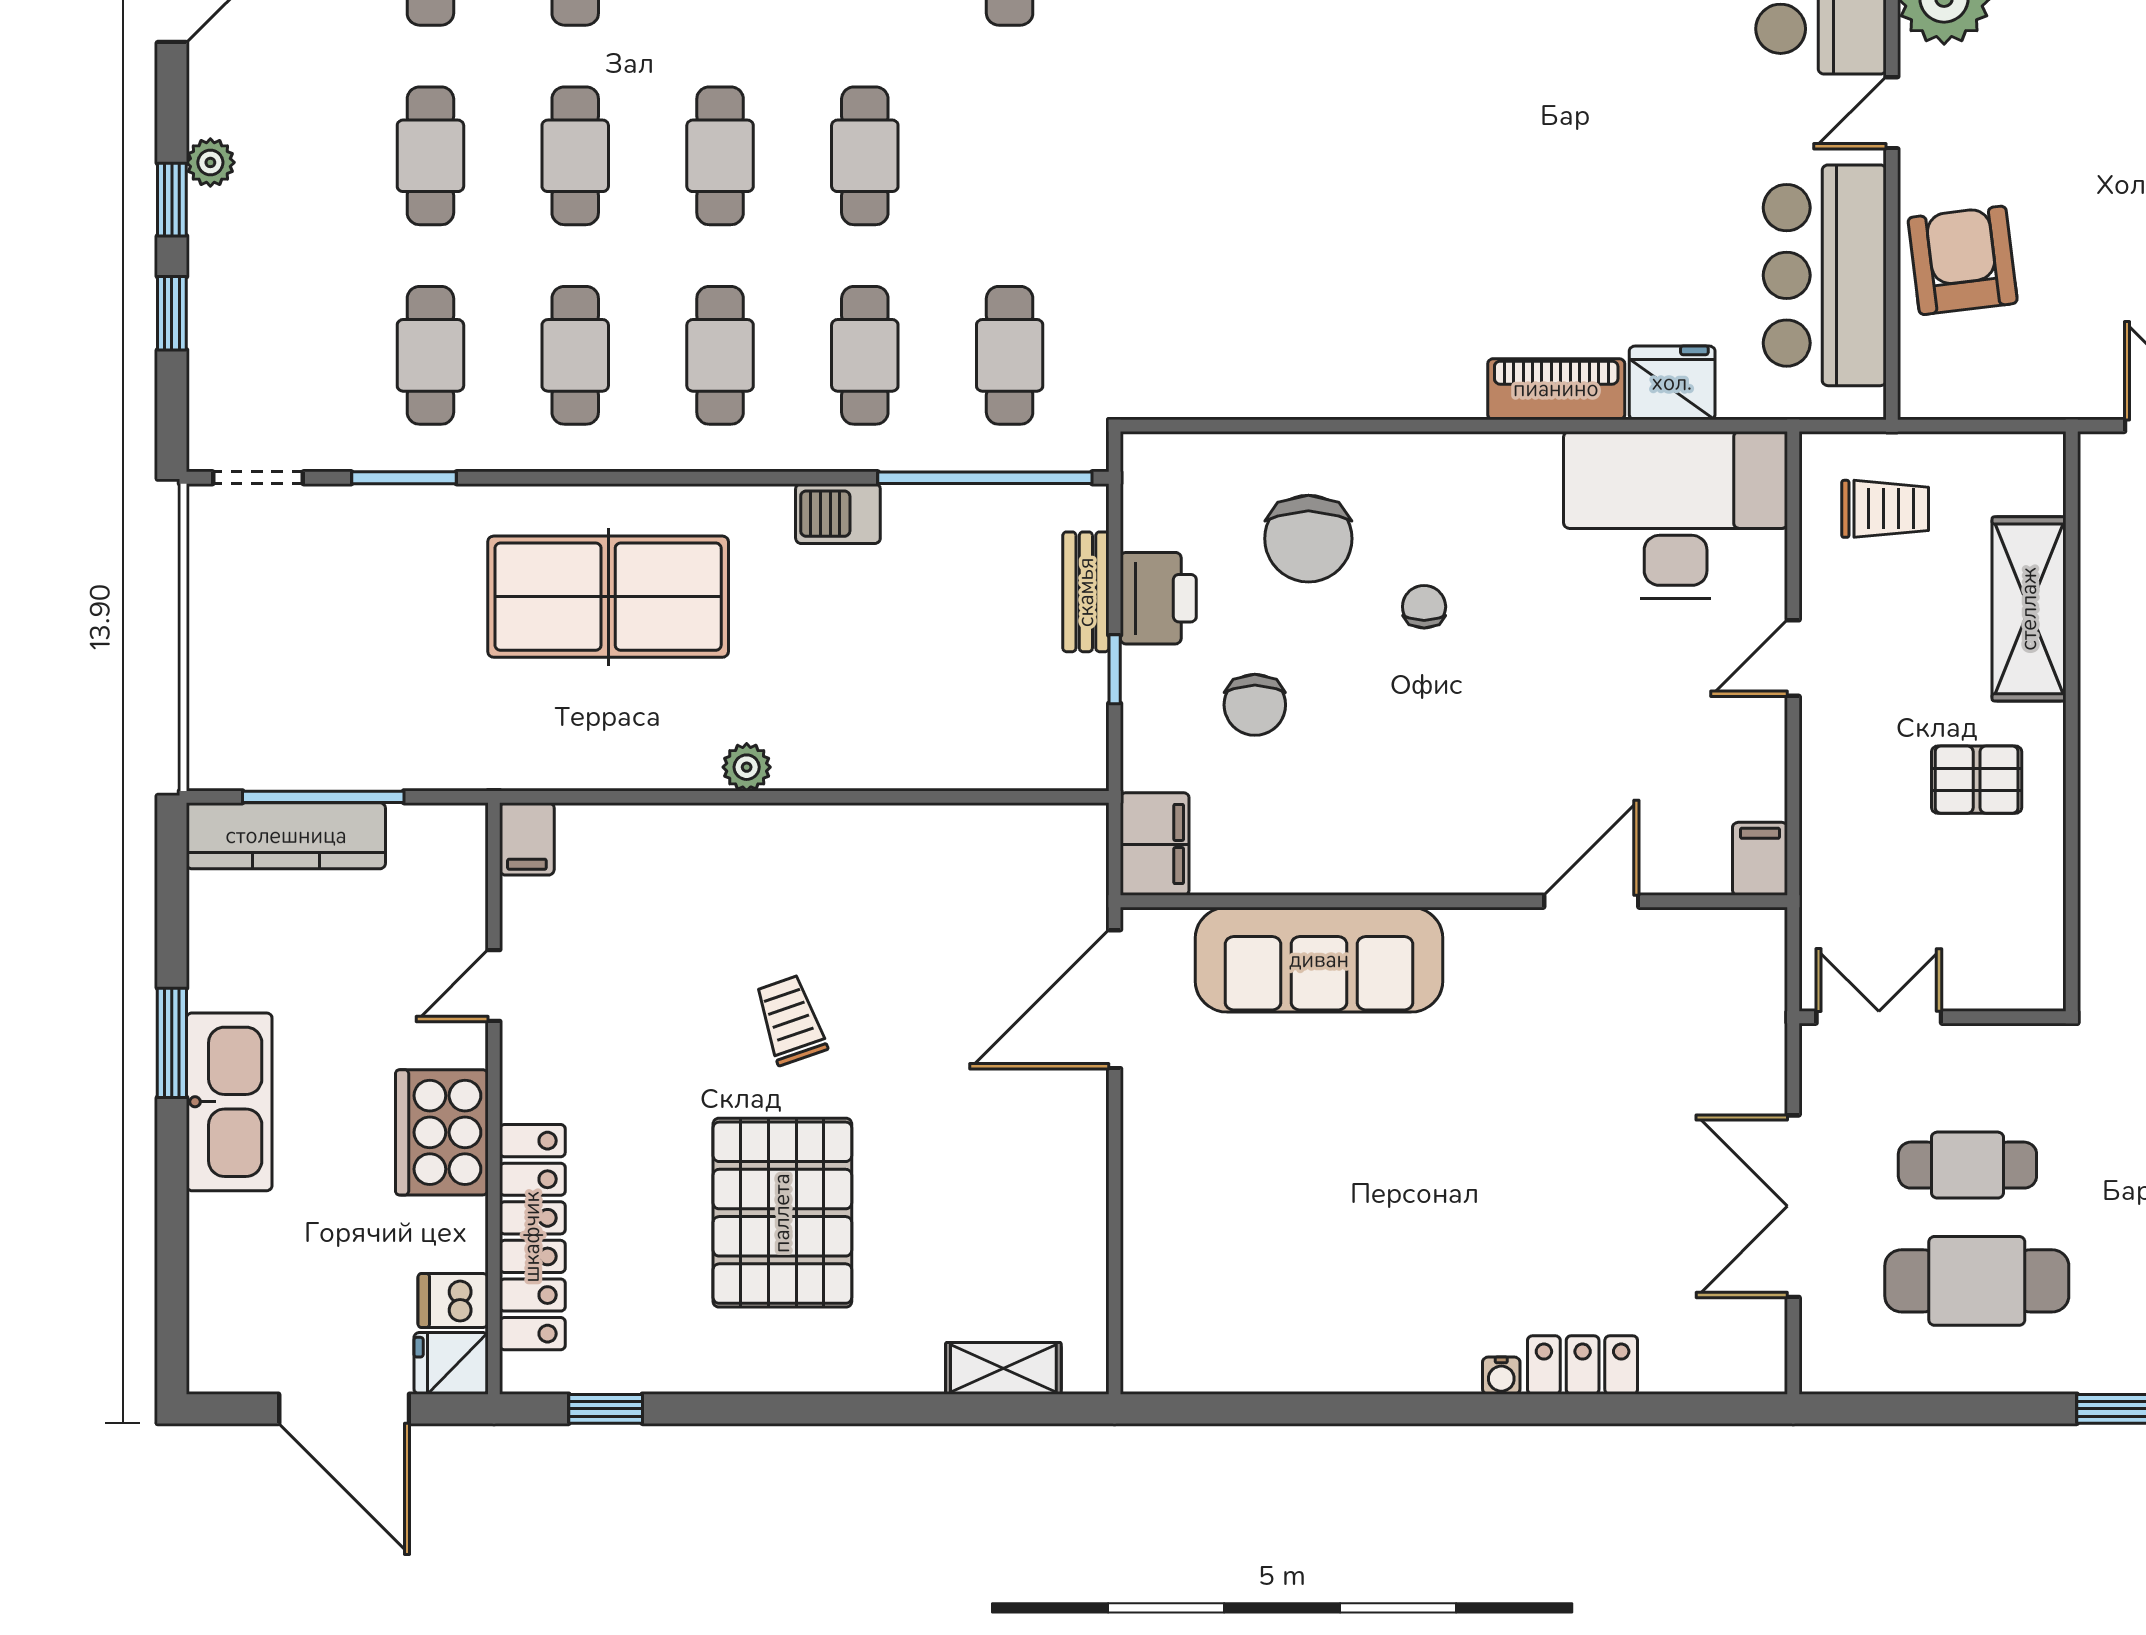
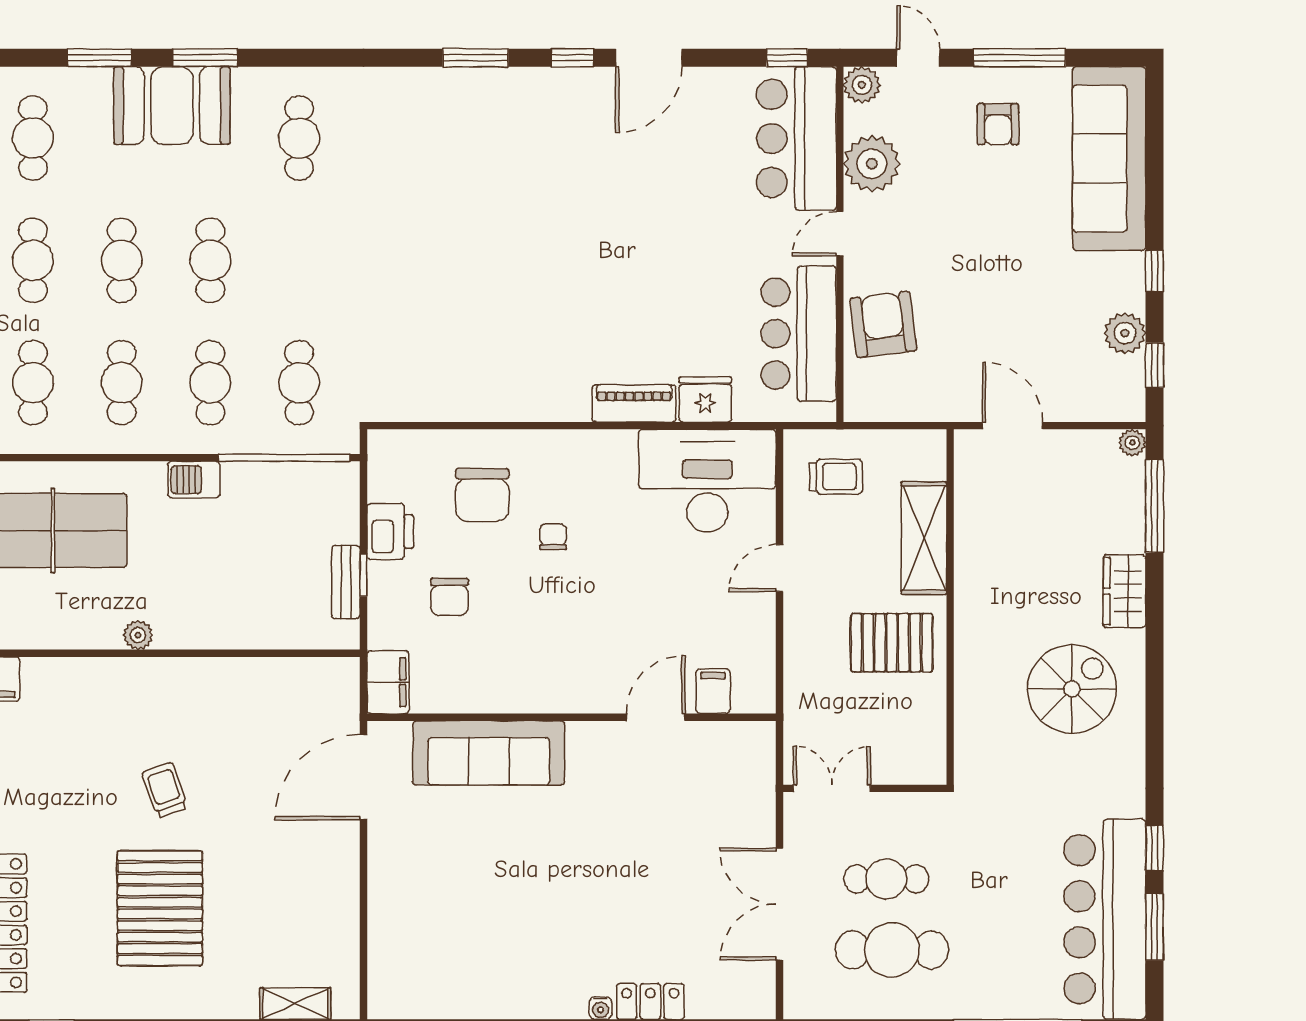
bench: (1086, 592) -> (346, 582), moved
pallet: (1977, 780) -> (892, 643), width x1.50, depth x1.42
filing cabinet: (1760, 859) -> (713, 691), moved

